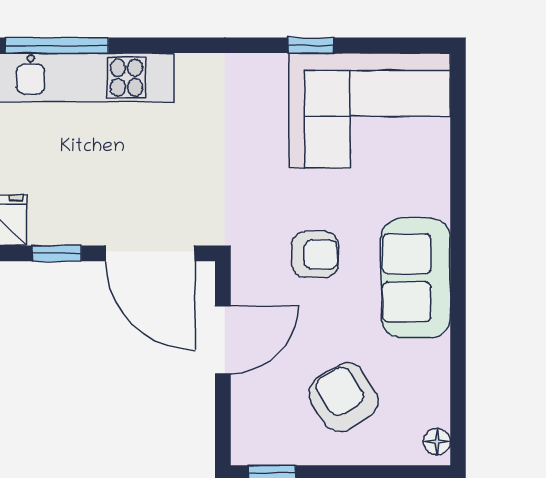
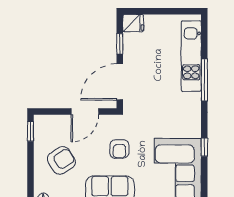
window: (57, 45) -> (204, 80), moved
door: (223, 340) -> (85, 111), hinge flipped

